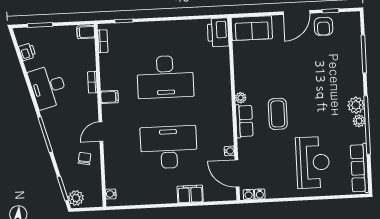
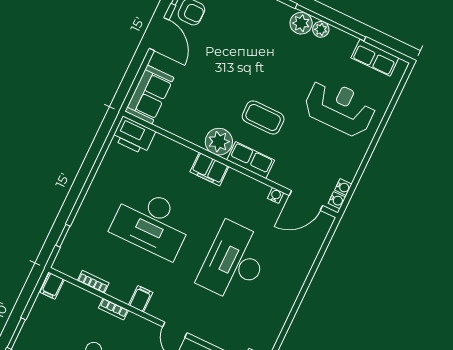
bookcase: (103, 41) -> (93, 282), moved
desk: (165, 77) -> (152, 223), turned 90
plant: (241, 98) -> (219, 142), width x1.88, depth x1.88
row of seats: (360, 168) -> (375, 58), width x0.68
filing cabinet: (190, 194) -> (209, 169), moved, turned -90

